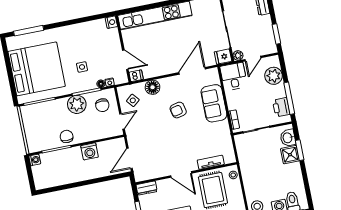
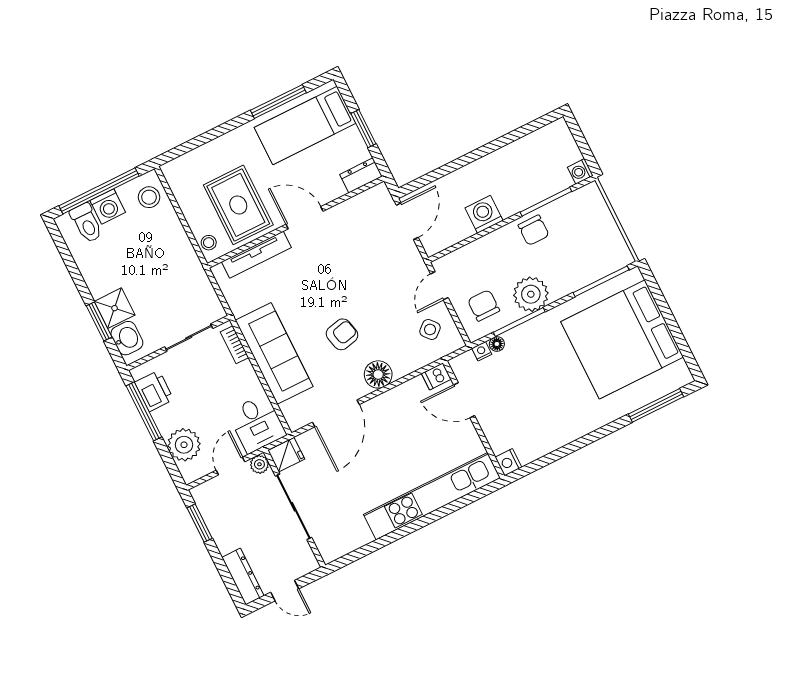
side table: (82, 67) -> (540, 365), removed
floor lamp: (153, 87) -> (378, 374), moved
sofa: (214, 103) -> (274, 353), width x1.36
tv unit: (211, 162) -> (256, 255), width x1.41

